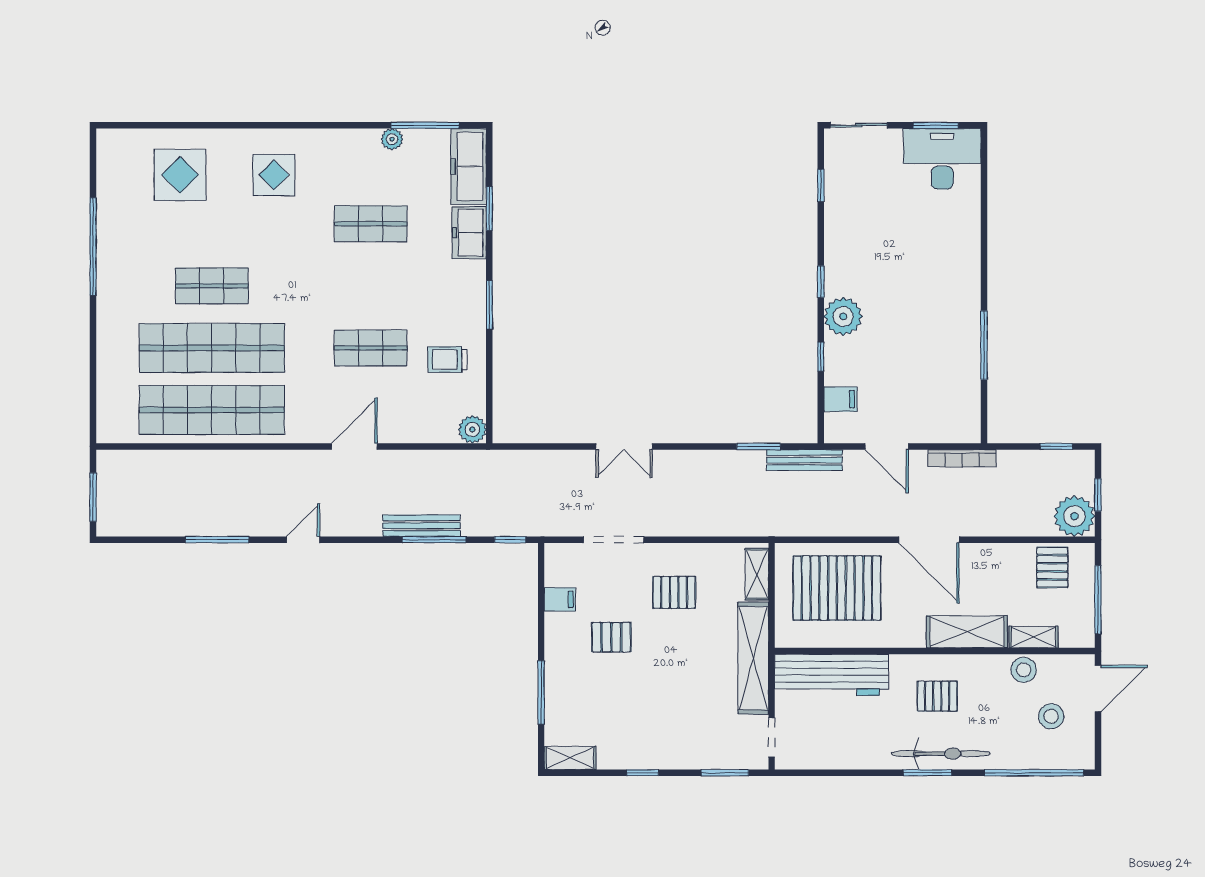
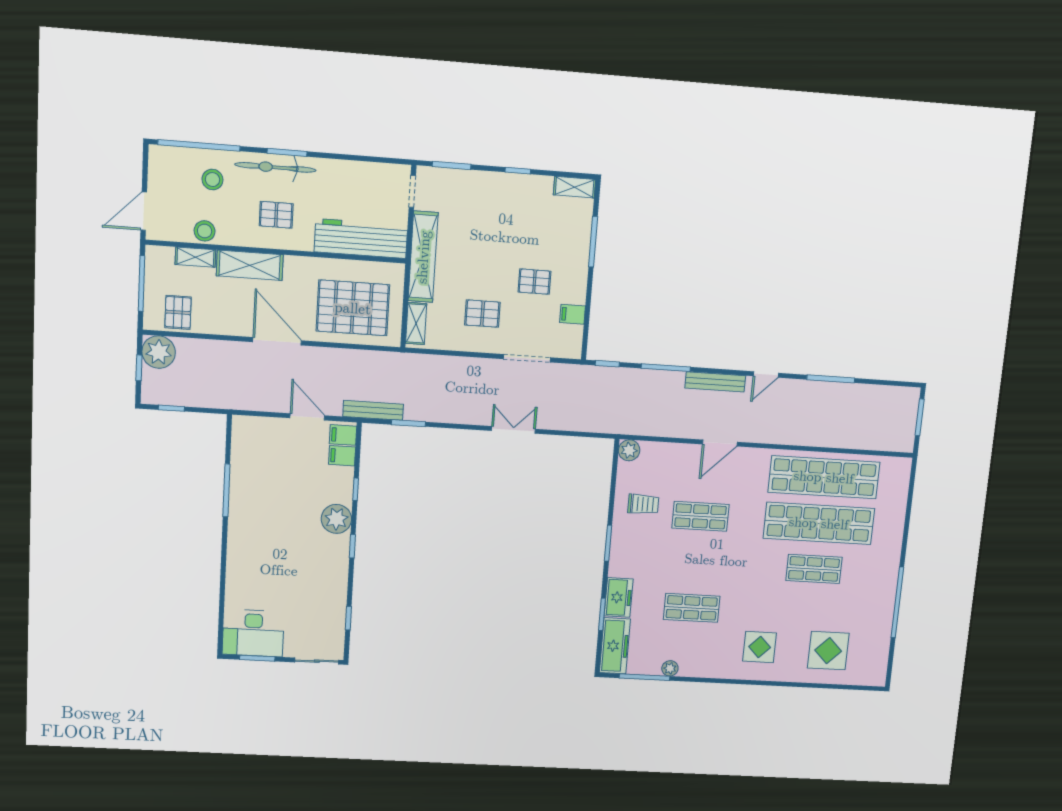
filing cabinet: (841, 426) -> (343, 435), added
bookcase: (962, 458) -> (248, 404), removed
bench: (422, 526) -> (715, 382), moved
stool: (1051, 716) -> (212, 180), moved

